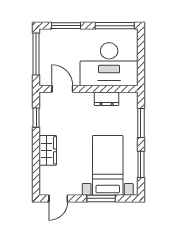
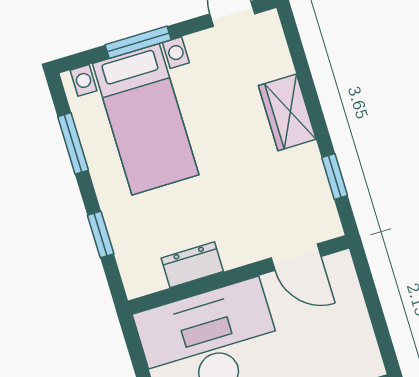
window: (36, 54) -> (377, 316), removed
window: (141, 123) -> (101, 234), width x0.67

